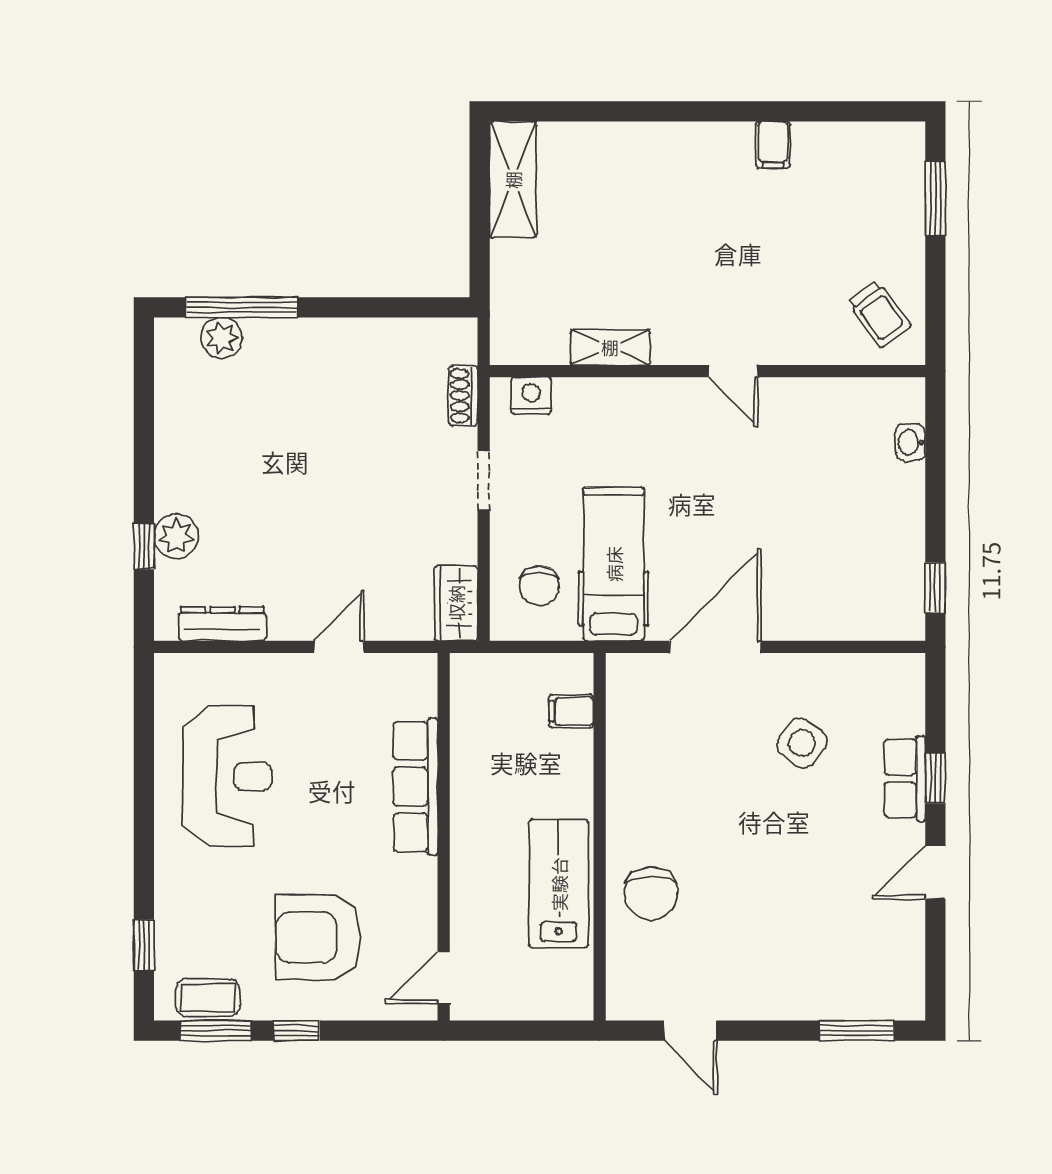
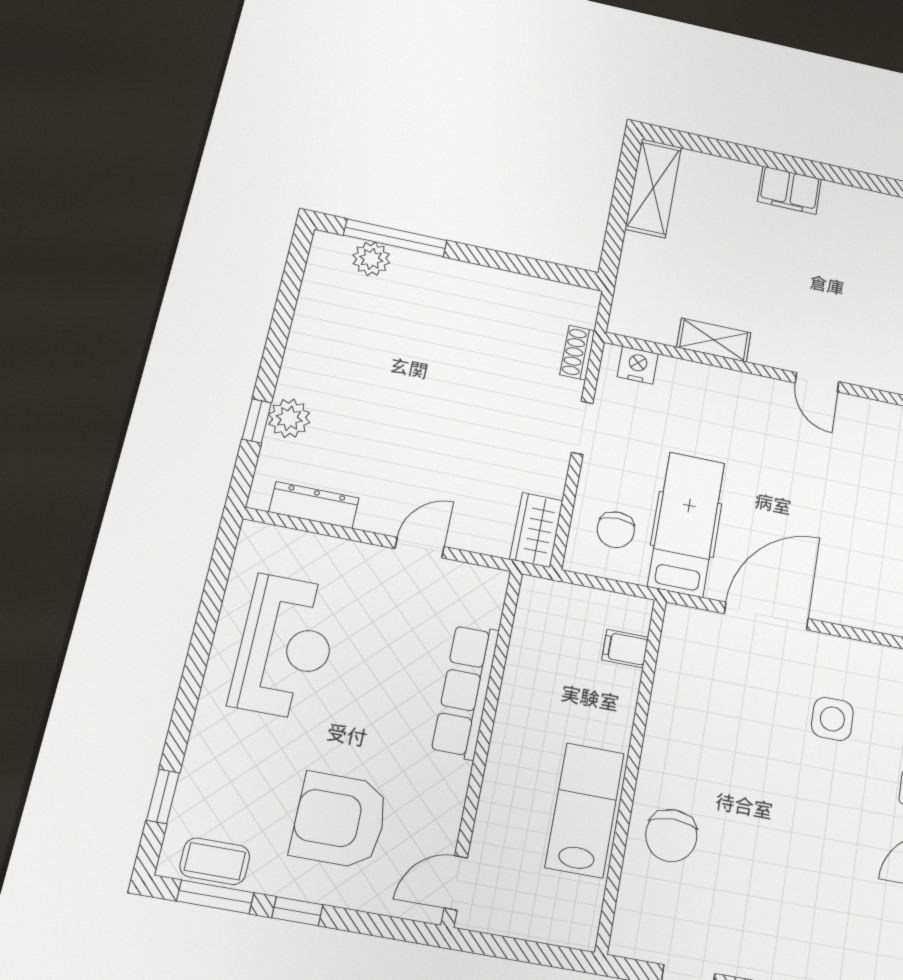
filing cabinet: (773, 145) -> (789, 190), moved, width x2.00
side table: (802, 743) -> (832, 719), turned -38

